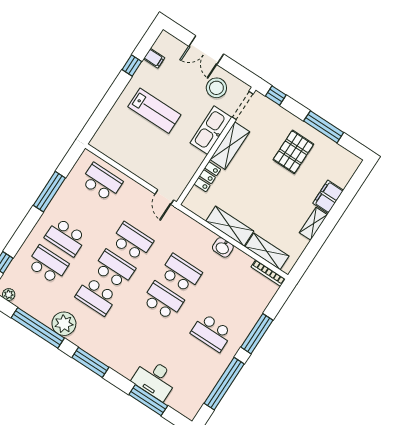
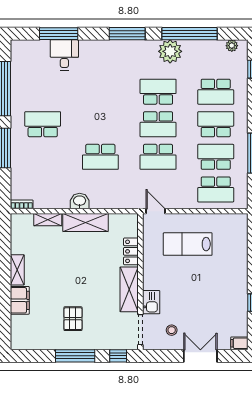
filing cabinet: (154, 58) -> (239, 343), moved
stool: (216, 88) -> (172, 330), width x0.53, depth x0.53
lab bench: (154, 111) -> (188, 244), moved
window: (324, 127) -> (75, 356), moved
kitchen sink: (211, 130) -> (151, 302), width x0.53, depth x0.81
pallet: (293, 152) -> (73, 319), width x0.67, depth x0.71
shelving: (267, 251) -> (48, 220), width x0.67, depth x0.75
bookcase: (268, 273) -> (22, 204), width x0.64
school desk: (163, 301) -> (216, 157), moved, turned 180
desk: (155, 379) -> (64, 55), width x0.73

